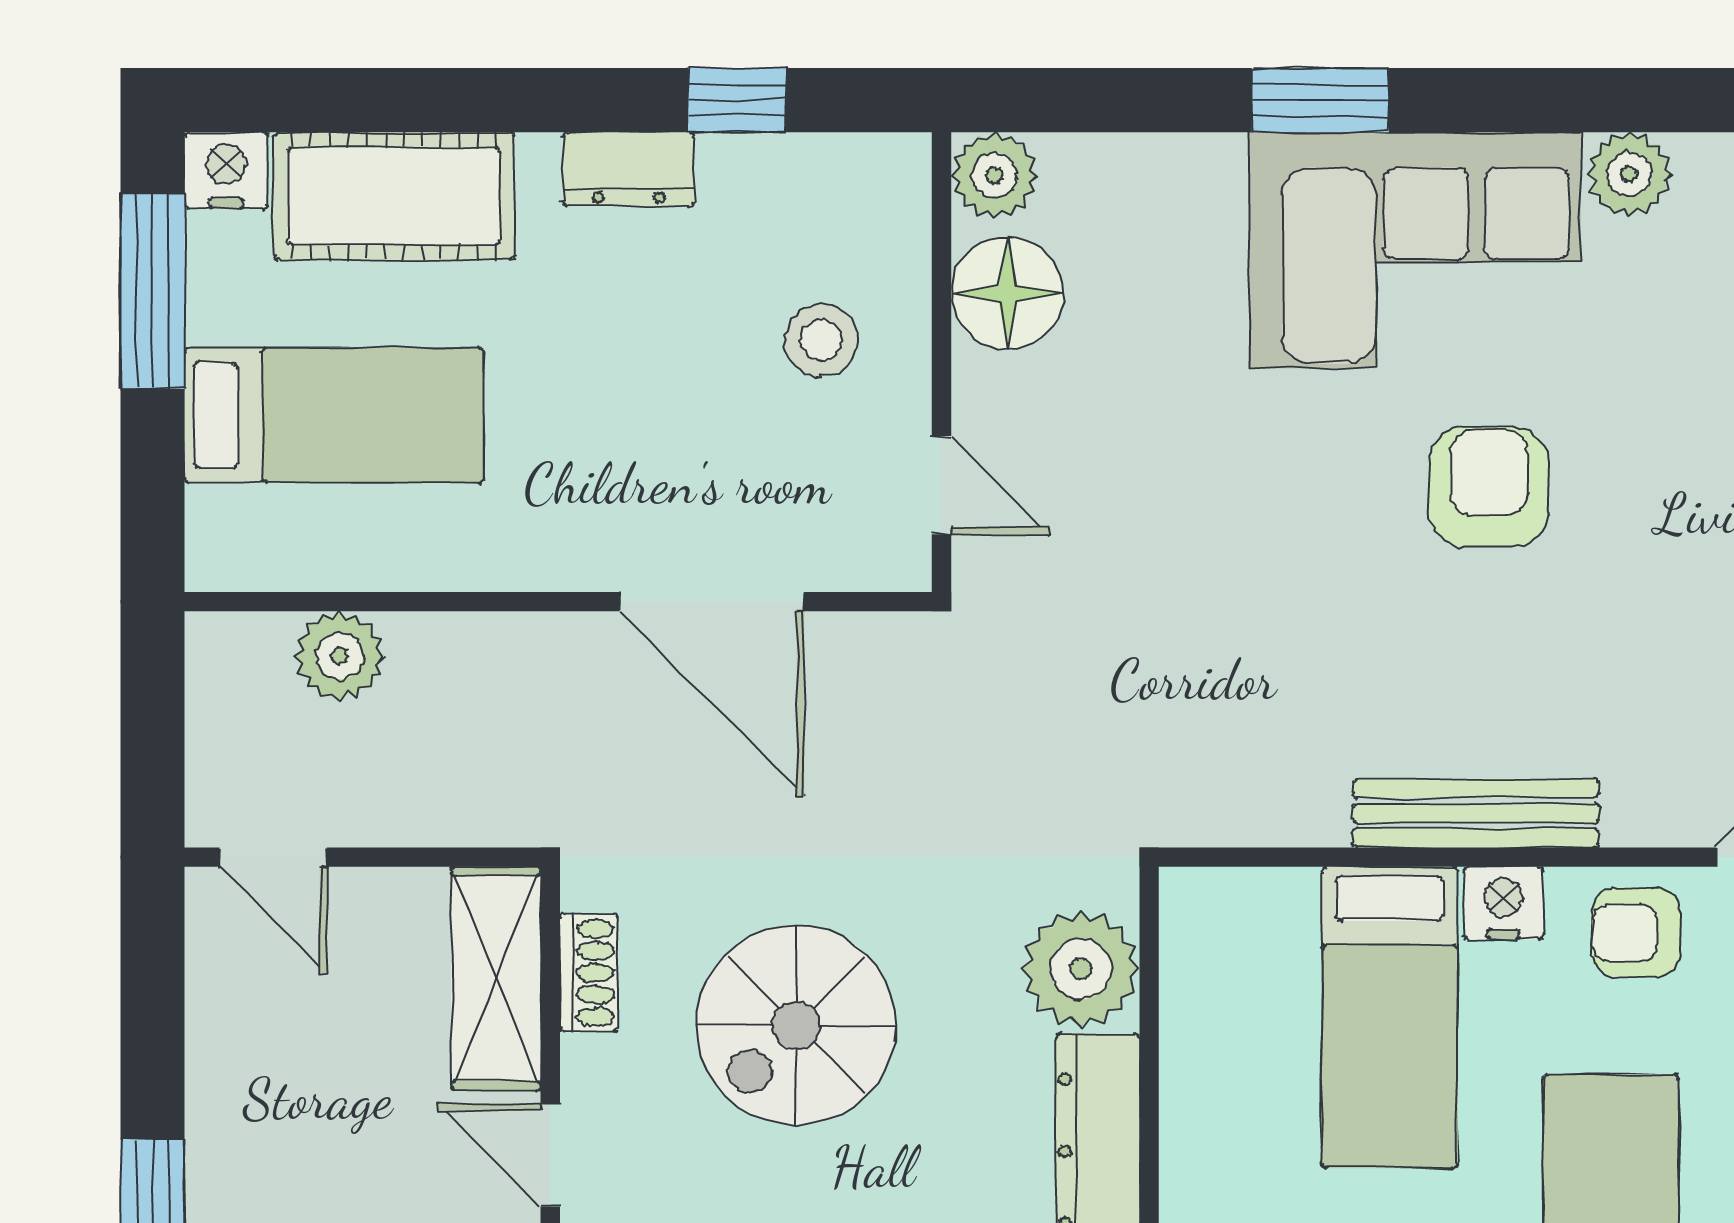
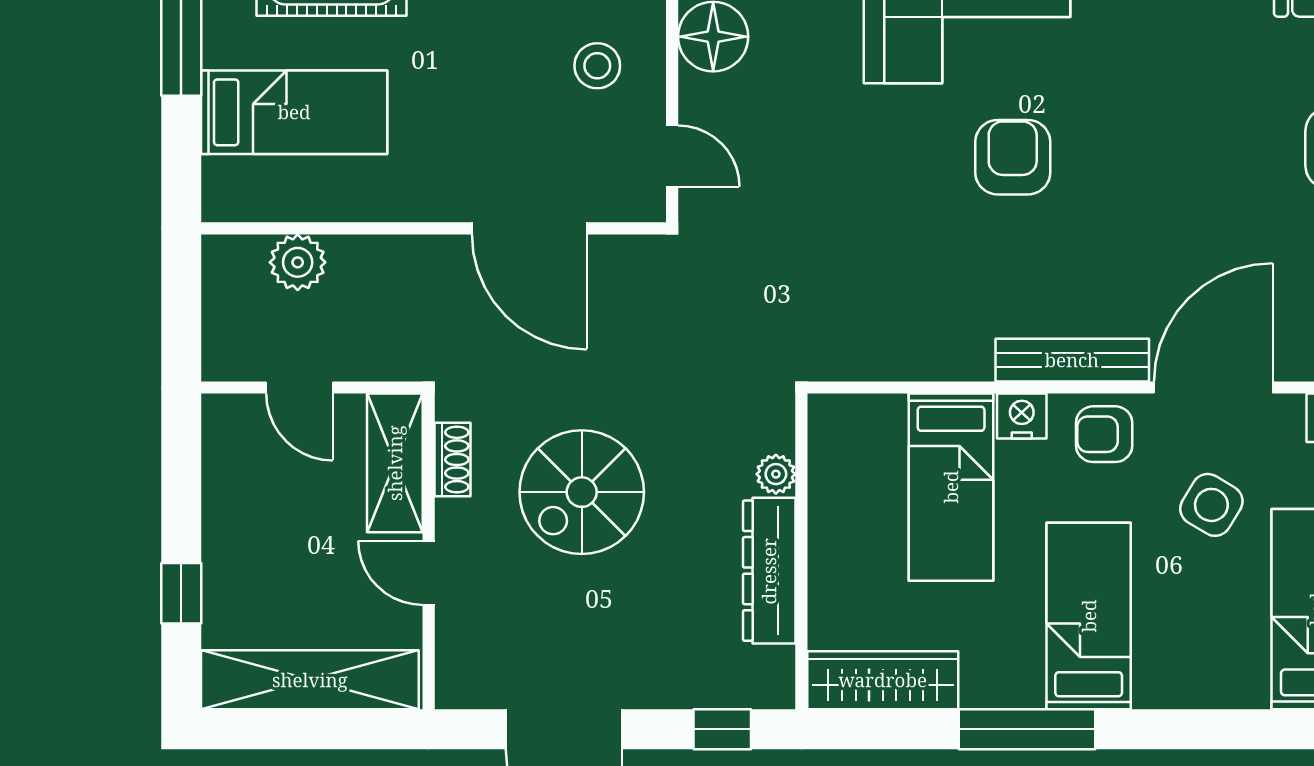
bench: (1476, 813) -> (1072, 360), moved
door: (273, 857) -> (299, 387), moved
plant: (1081, 969) -> (776, 474), width x0.53, depth x0.53

